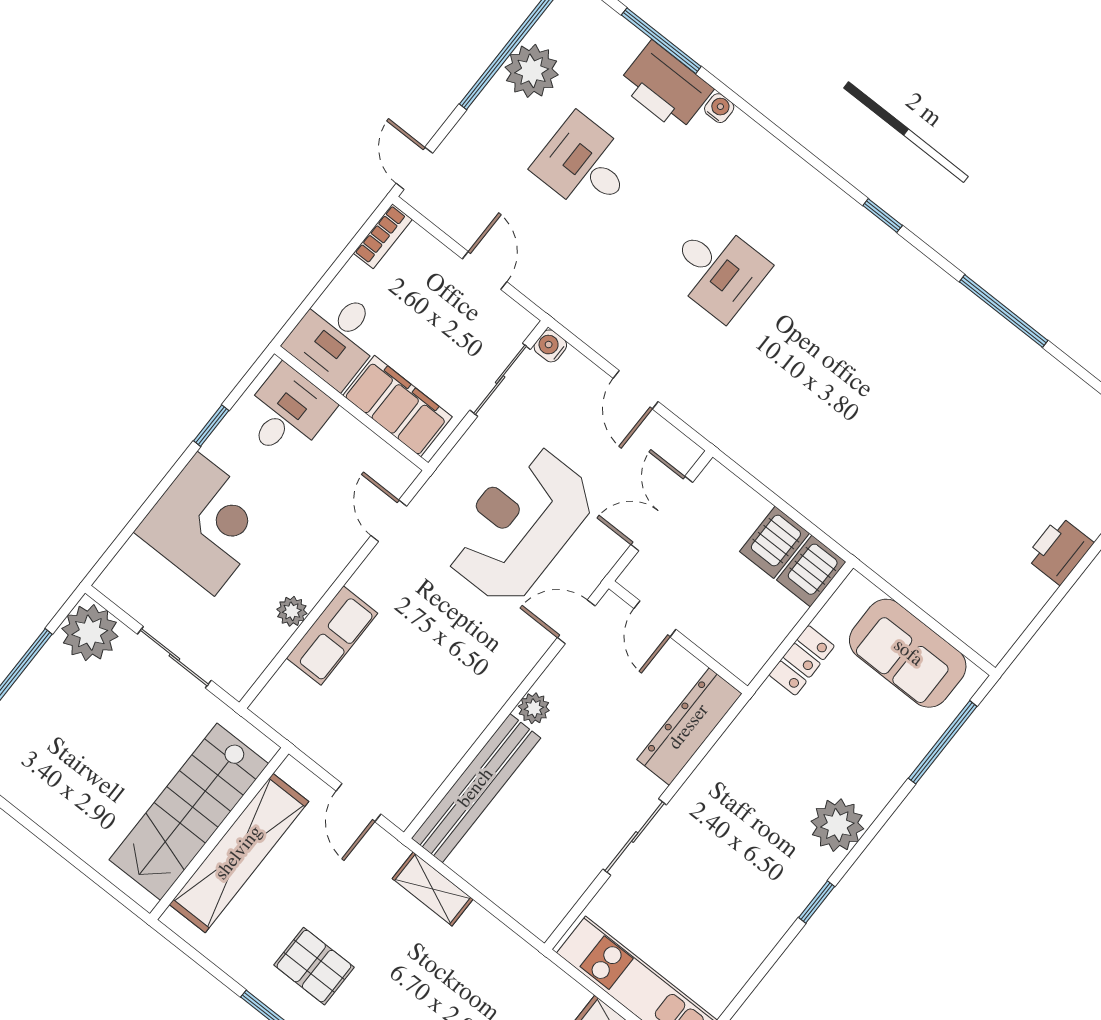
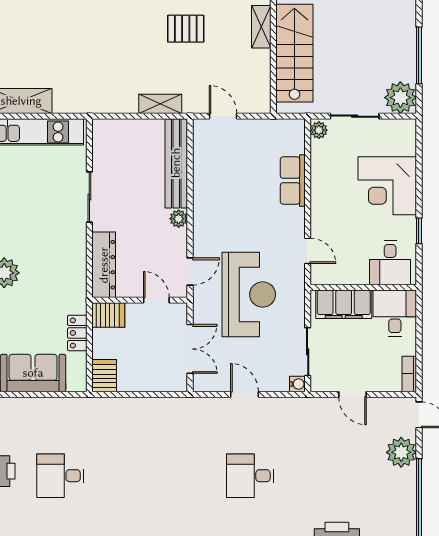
plant: (532, 71) -> (401, 452), moved
desk: (585, 165) -> (60, 476), moved, turned 180
server rack: (774, 542) -> (108, 315), moved, turned 90
plant: (292, 611) -> (319, 130), moved
shelving: (239, 853) -> (261, 27), width x0.45, depth x0.75

